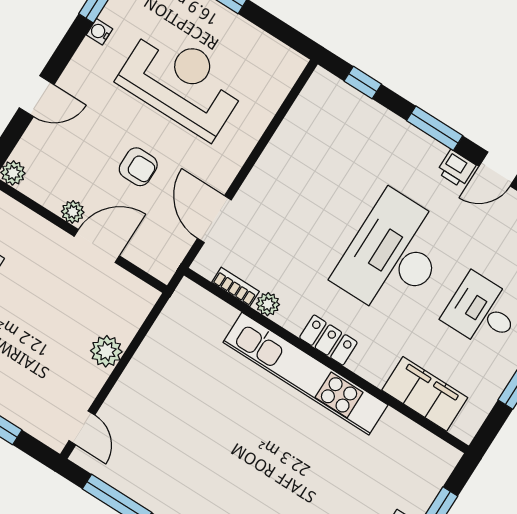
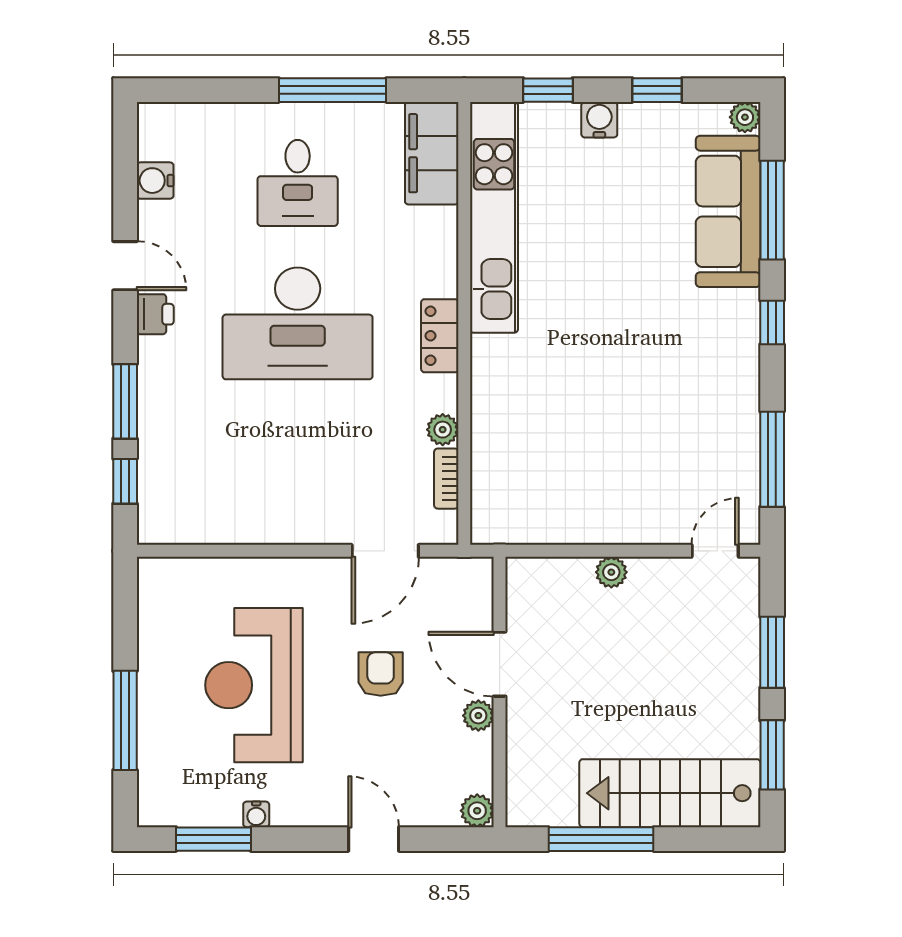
window: (435, 128) -> (125, 401), moved
plant: (106, 351) -> (611, 572), width x0.73, depth x0.73
kitchen unit: (305, 374) -> (494, 217), moved
filing cabinet: (425, 394) -> (432, 153), moved

